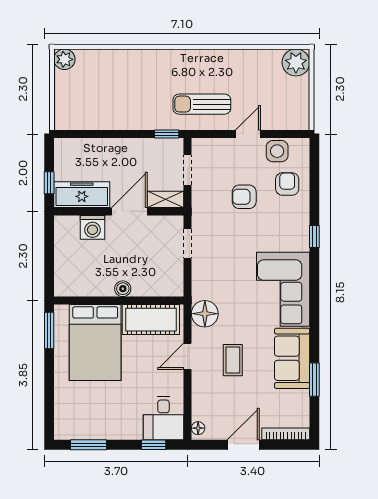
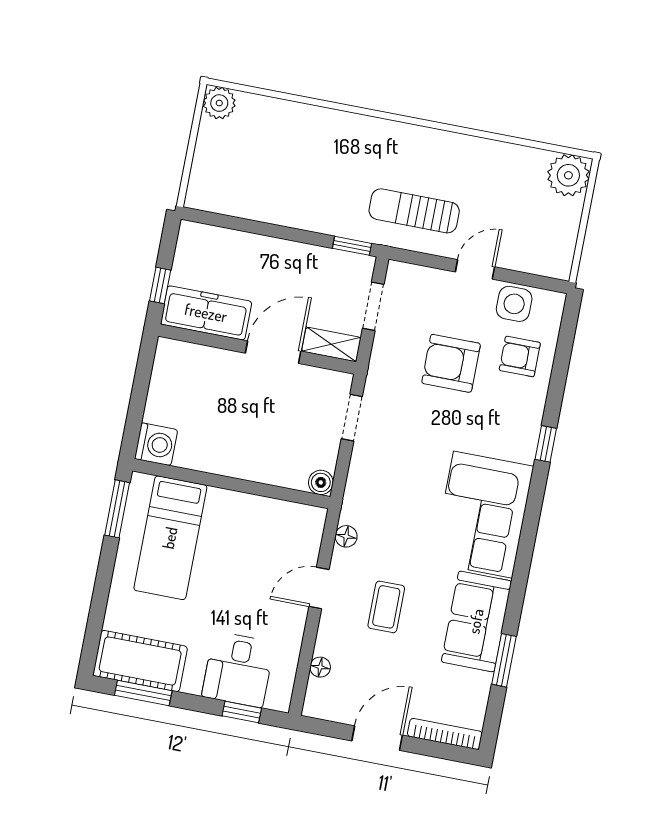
armchair: (287, 184) -> (520, 356), turned -90
armchair: (244, 197) -> (451, 363), width x1.38, depth x1.38
washing machine: (92, 227) -> (156, 444), moved, turned -90
boiler: (123, 289) -> (321, 482), moved
floor lamp: (205, 314) -> (346, 536), width x0.53, depth x0.53
cot: (151, 320) -> (140, 661), moved
bed: (95, 342) -> (170, 538), width x0.67
desk: (163, 418) -> (238, 670), moved
floor lamp: (198, 428) -> (320, 667), moved

